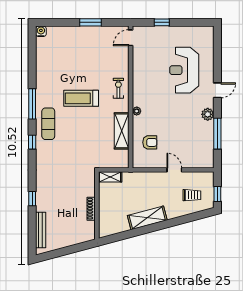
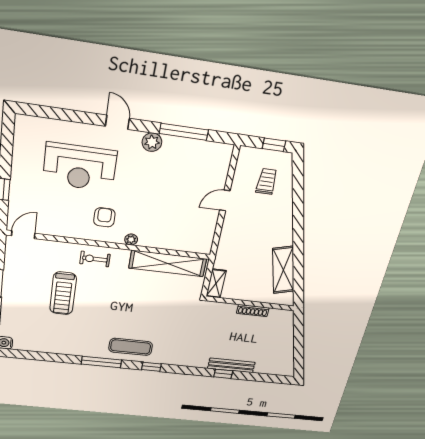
door: (131, 38) -> (23, 235), swing flipped
treadmill: (81, 98) -> (63, 293), moved
shelving: (122, 131) -> (168, 263), width x1.47
armchair: (150, 142) -> (104, 217), moved
shelving: (147, 218) -> (283, 270), moved
bench: (41, 230) -> (231, 365), moved

